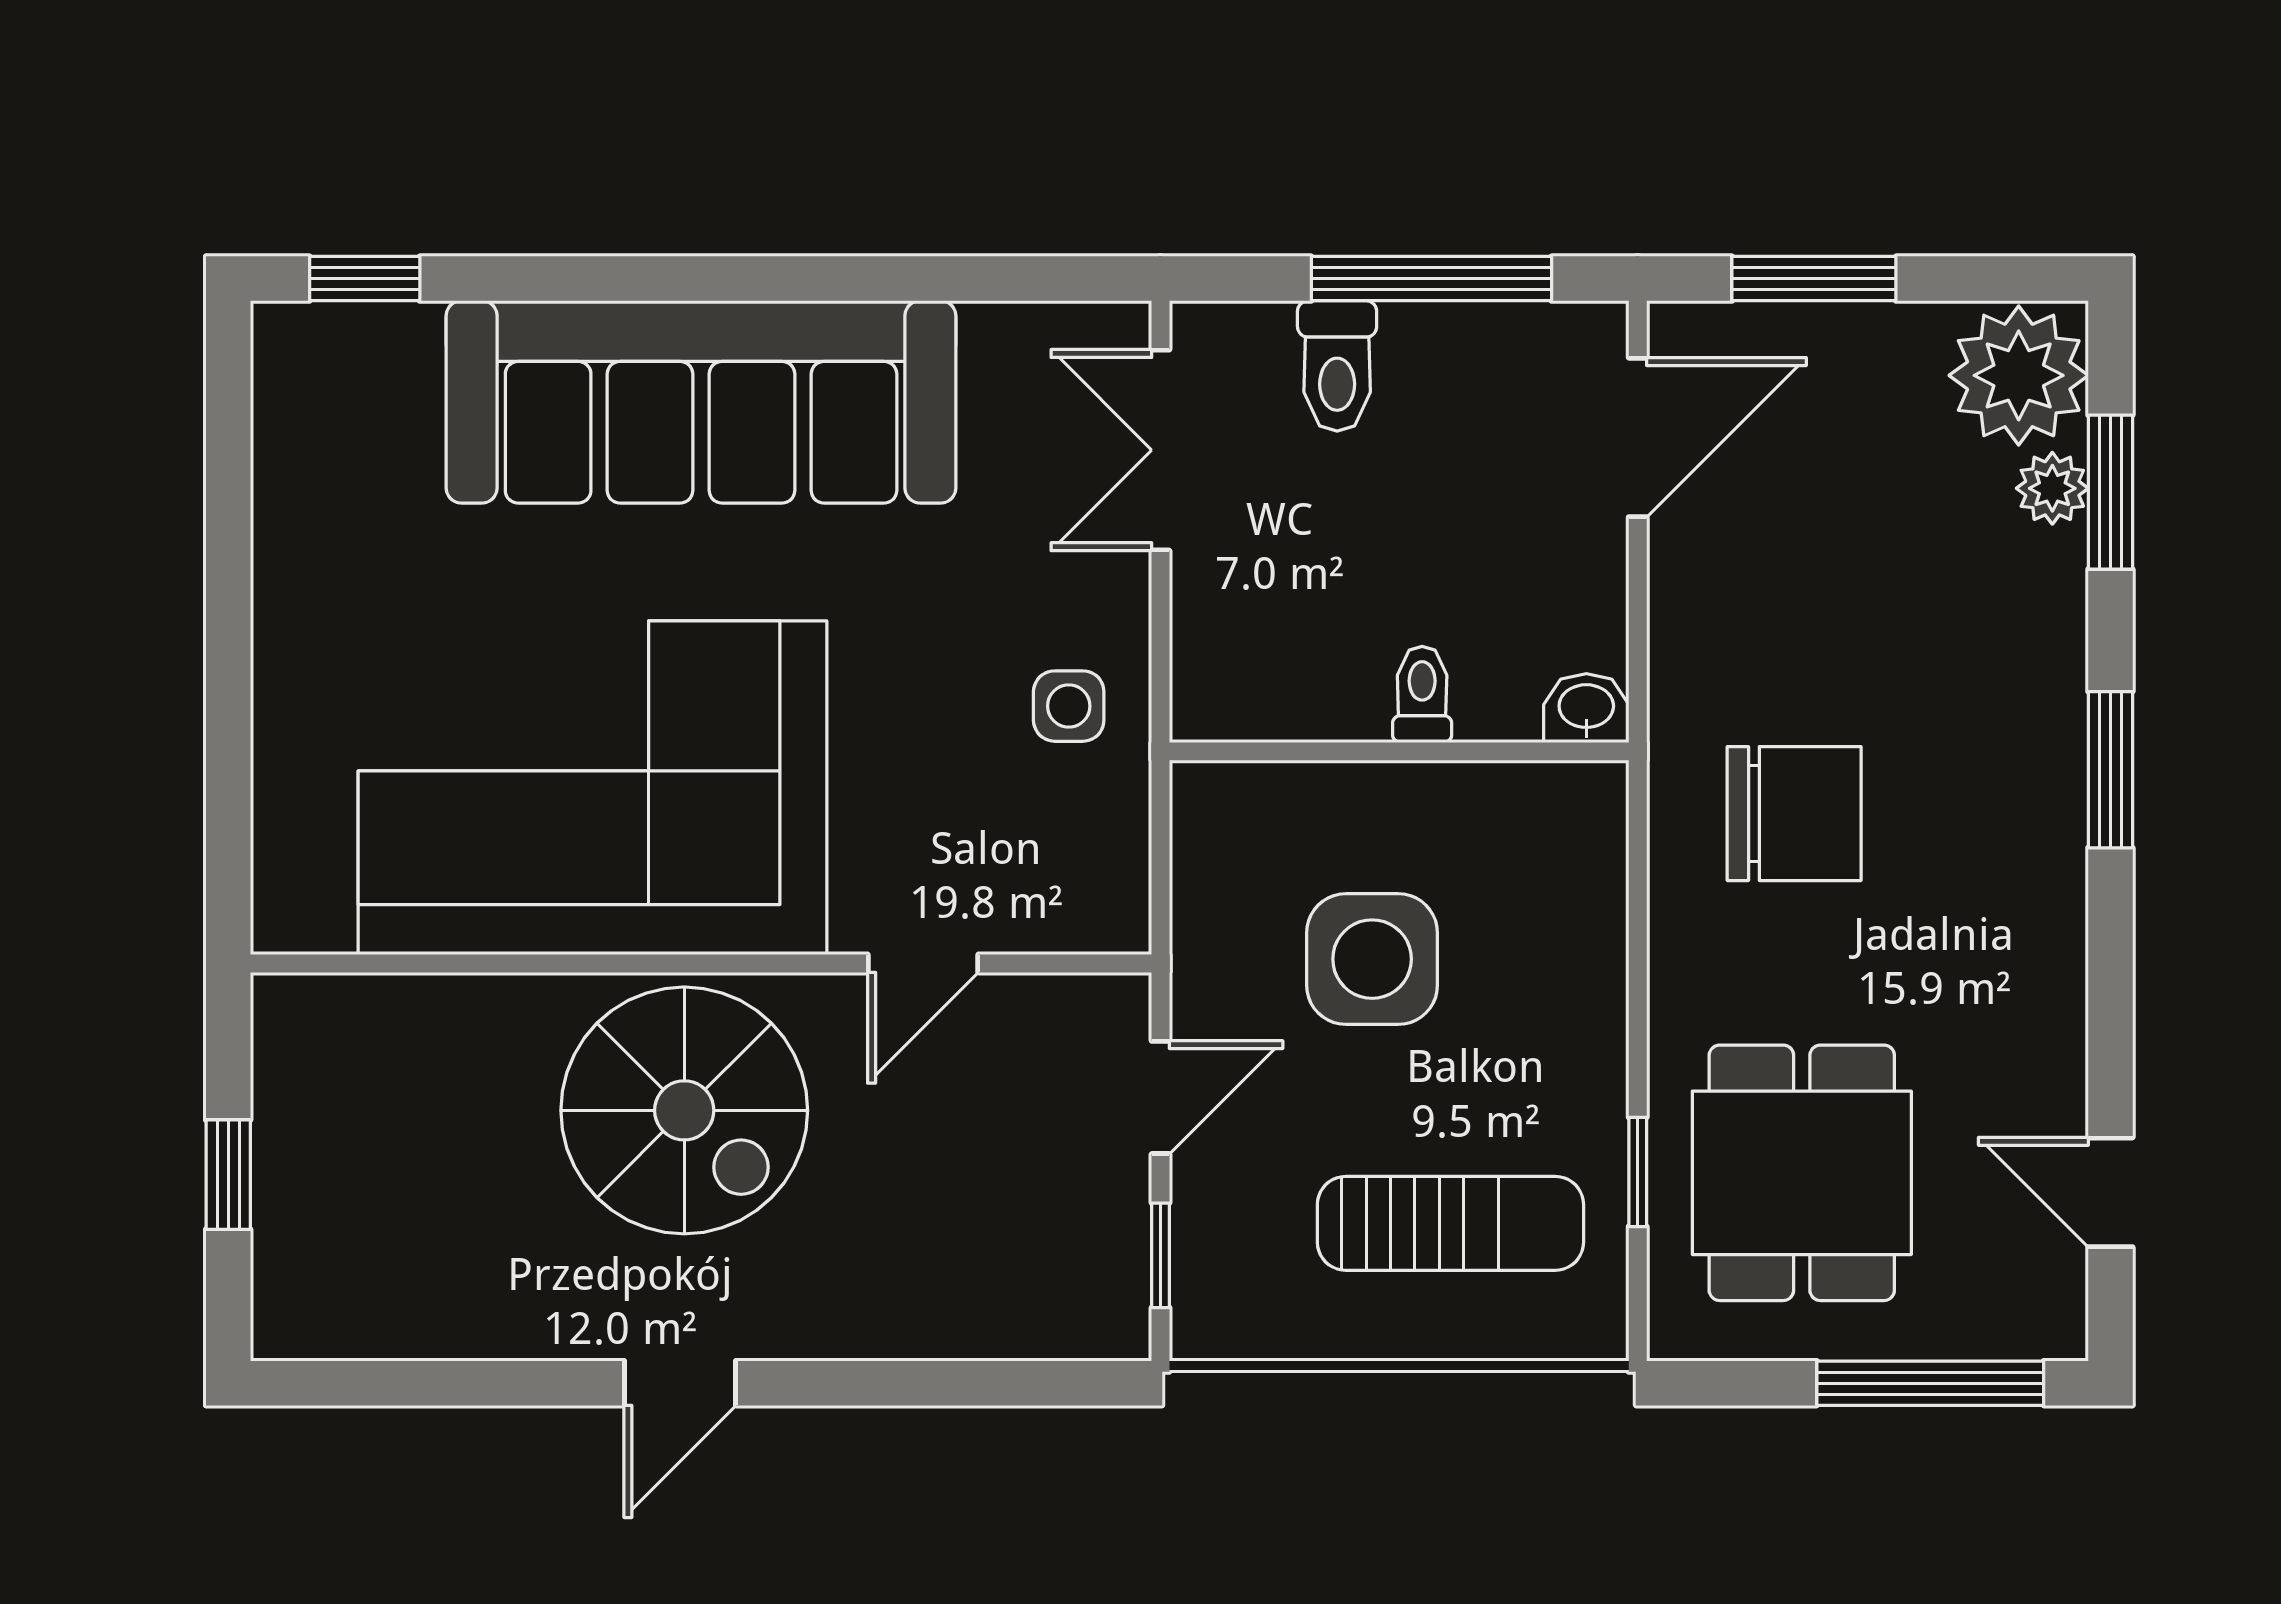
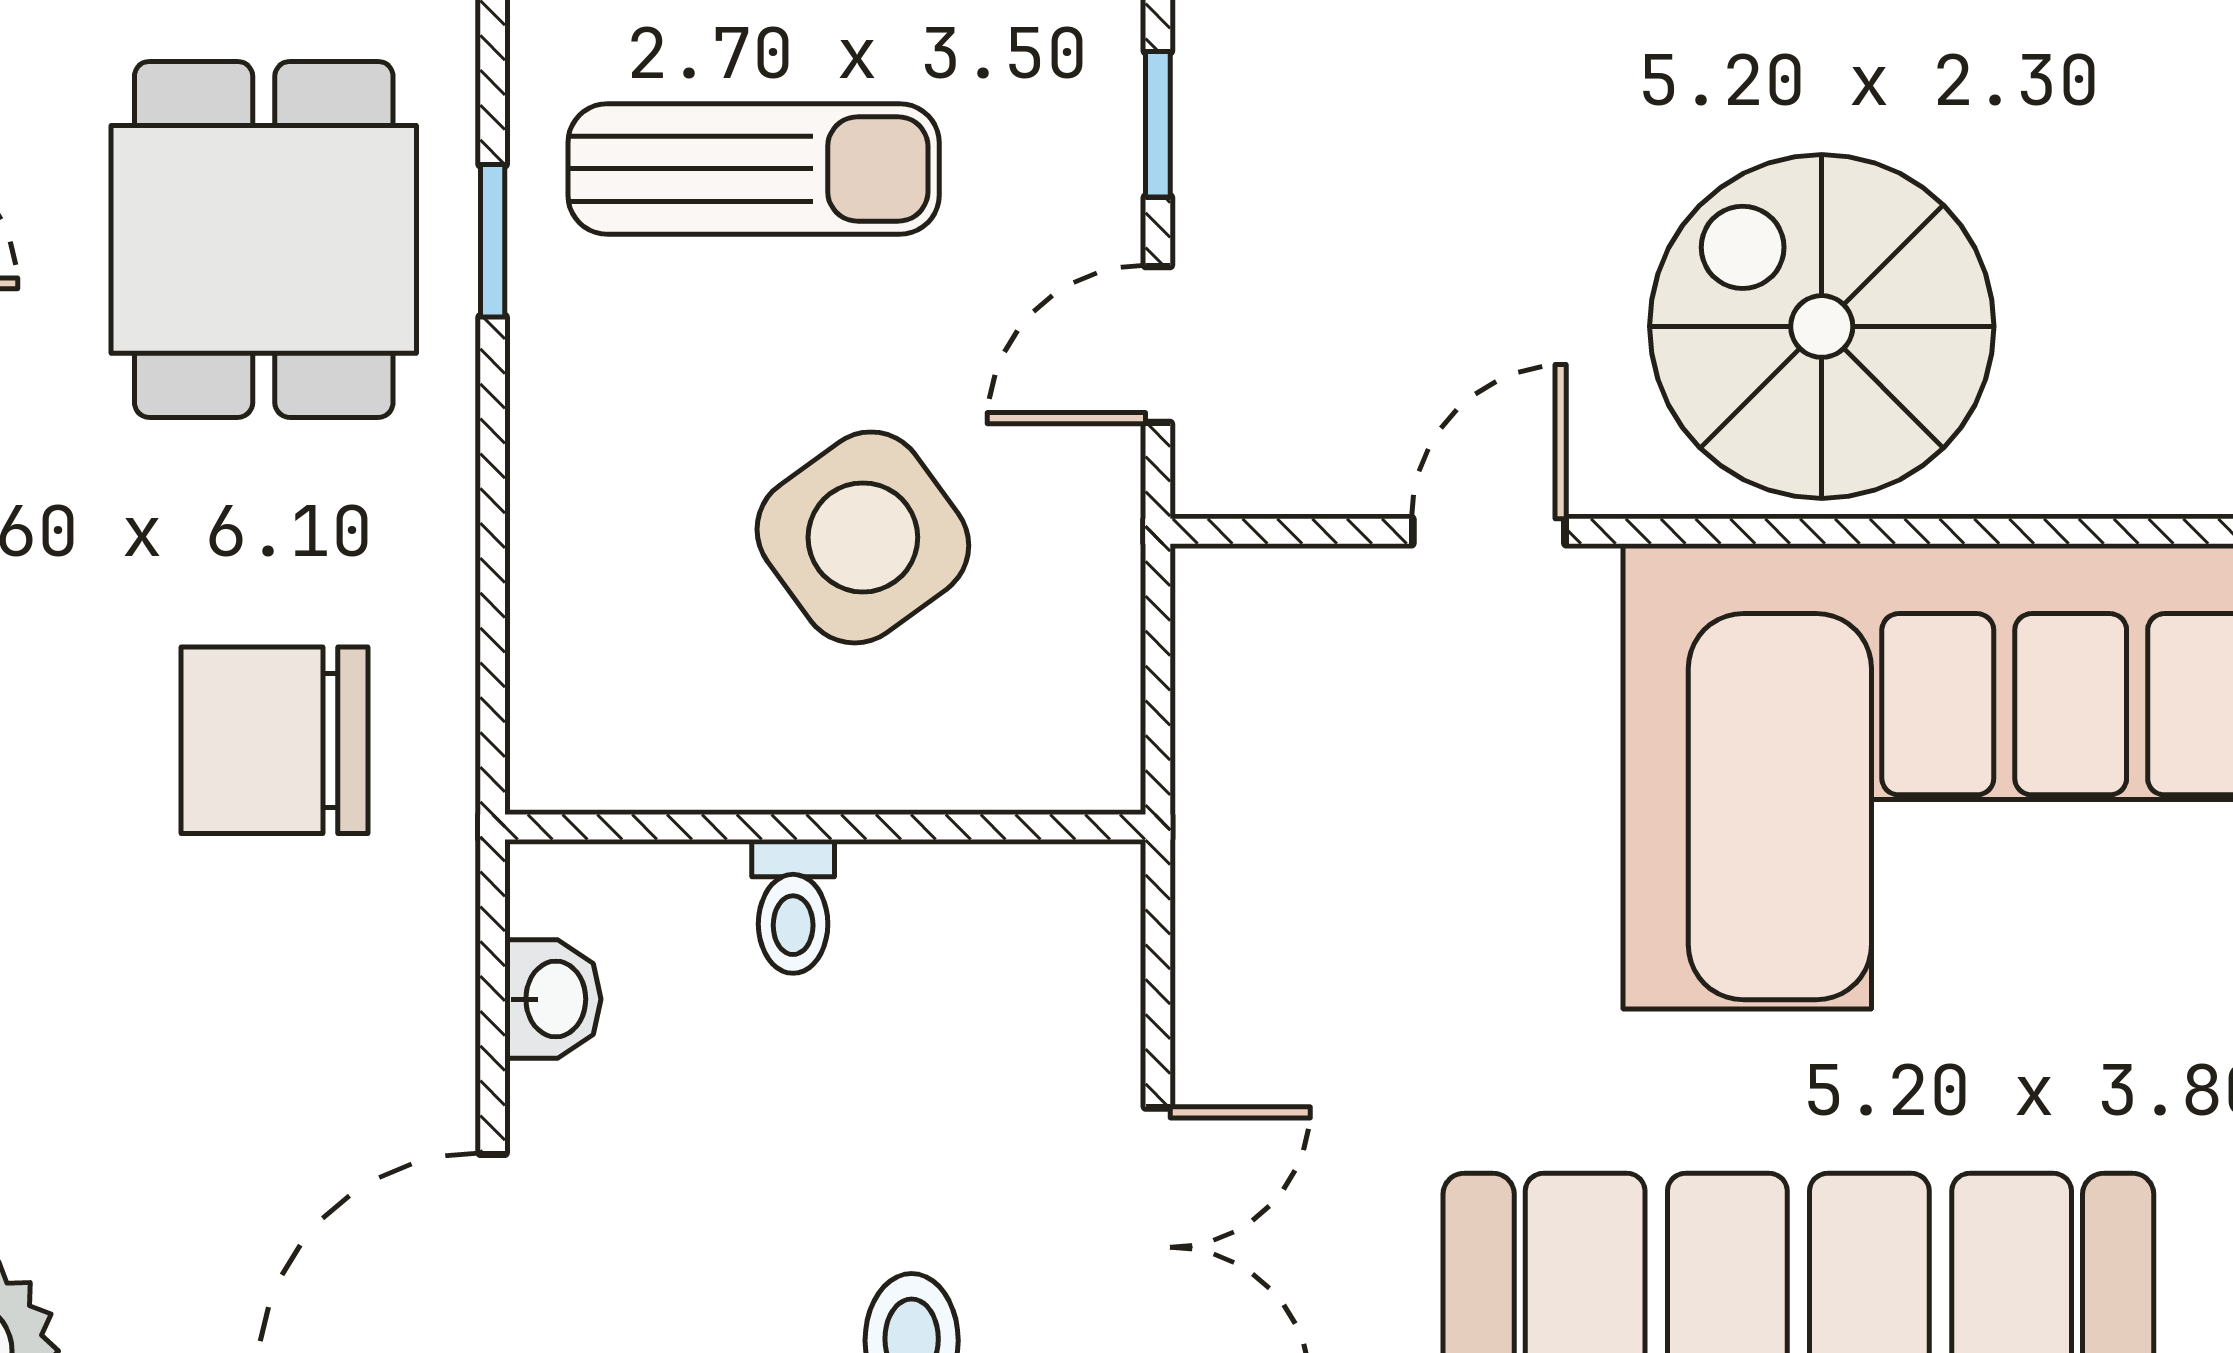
side table: (1069, 706) -> (1286, 890), removed
washbasin: (1586, 708) -> (553, 999), moved, turned -90
side table: (1372, 959) -> (863, 537), turned -36
sun lounger: (1450, 1223) -> (754, 169), turned 180

